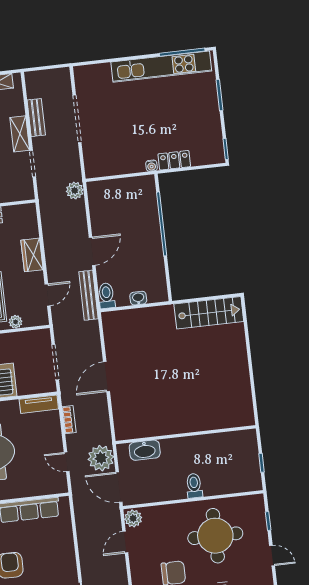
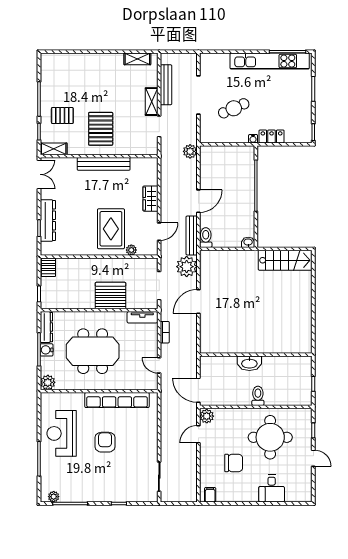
bench: (36, 118) -> (166, 85), width x1.36
cafe table: (123, 131) -> (234, 108), added
washbasin: (138, 298) -> (248, 242), moved
washbasin: (145, 450) -> (249, 363), moved
plant: (101, 458) -> (187, 267), moved

